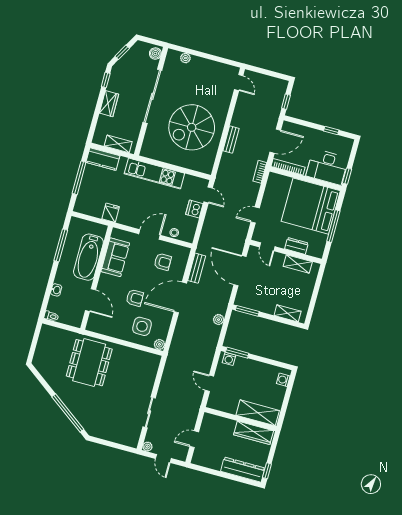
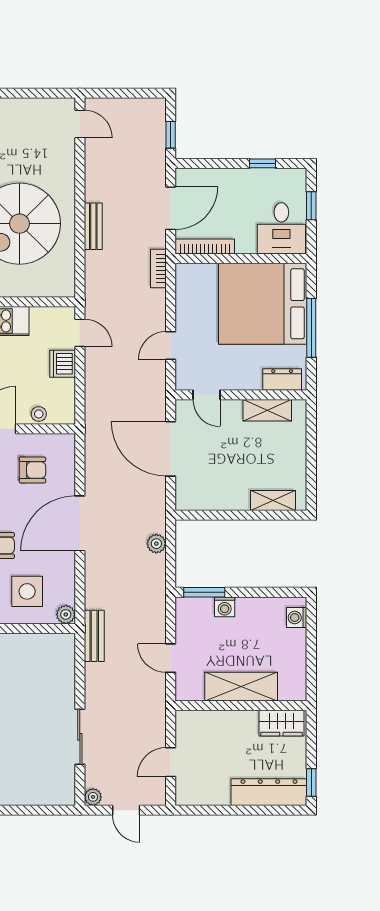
desk: (327, 167) -> (281, 228), width x0.73
window: (347, 176) -> (311, 206), moved
dresser: (296, 246) -> (282, 380), moved
bench: (197, 268) -> (94, 636), moved
window: (247, 311) -> (202, 515), removed
washing machine: (229, 359) -> (225, 607), moved
shelving: (258, 413) -> (241, 687), moved
wardrobe: (254, 433) -> (281, 723), width x0.67

